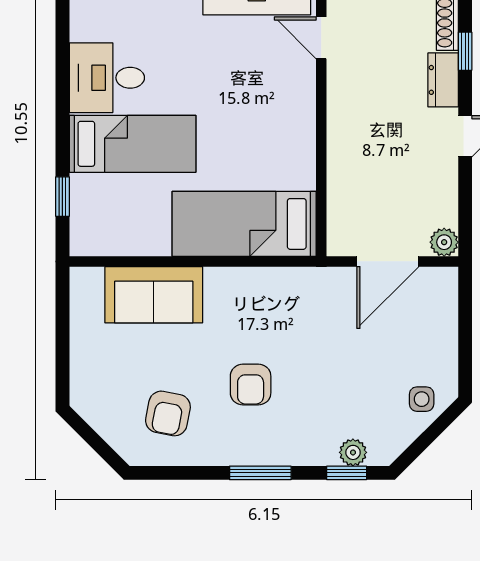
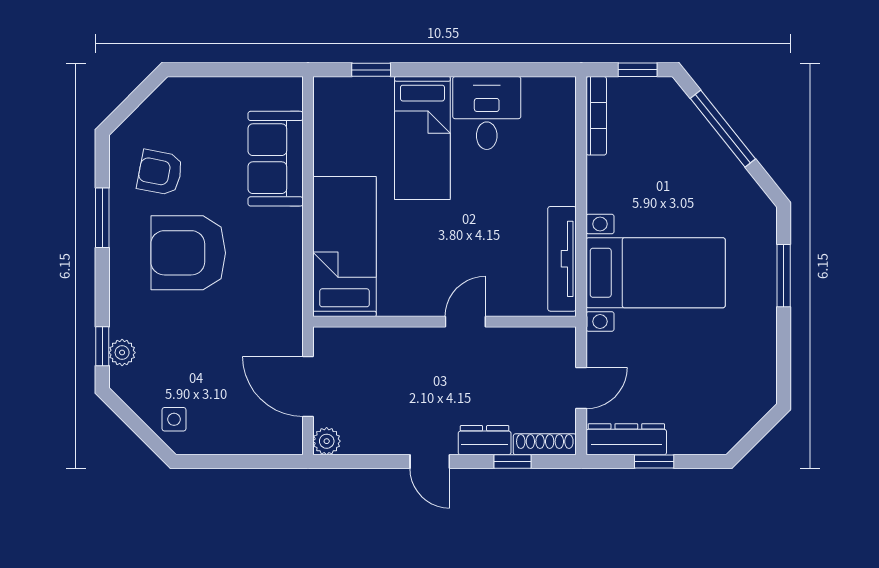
door: (321, 38) -> (465, 322), moved
armchair: (251, 385) -> (188, 253), width x1.88, depth x1.88
window: (260, 473) -> (102, 218), moved

